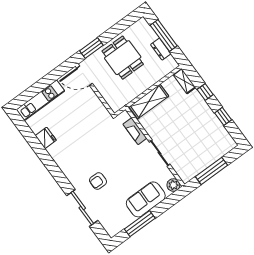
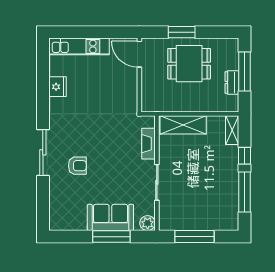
window: (91, 48) -> (182, 32), moved
dining table: (123, 58) -> (189, 64), turned 90
window: (223, 116) -> (244, 192), width x2.17
armchair: (98, 181) -> (77, 166), turned 180
sliding door: (82, 208) -> (43, 152), moved
window: (140, 224) -> (111, 237), moved

